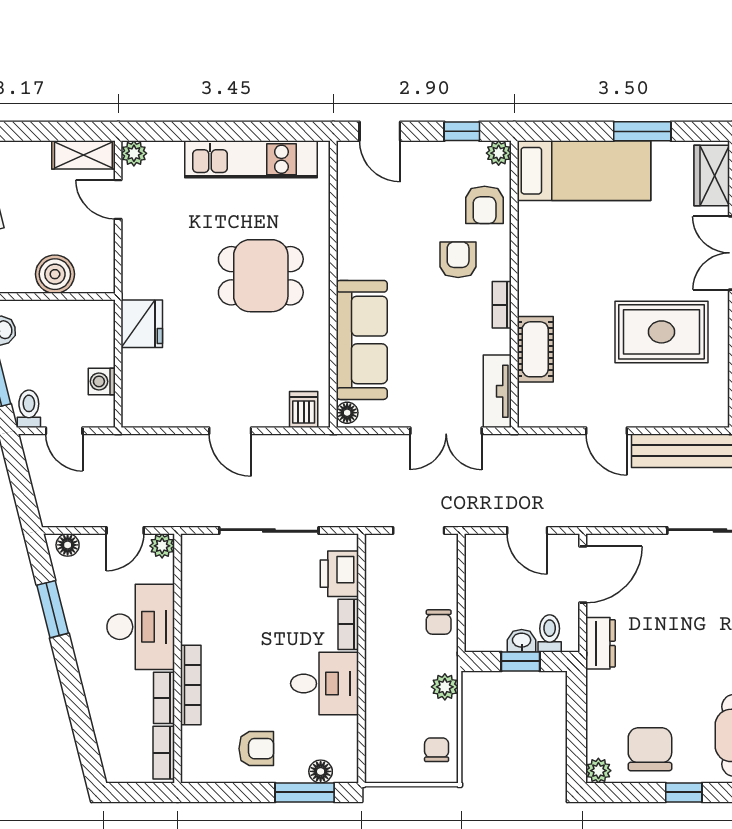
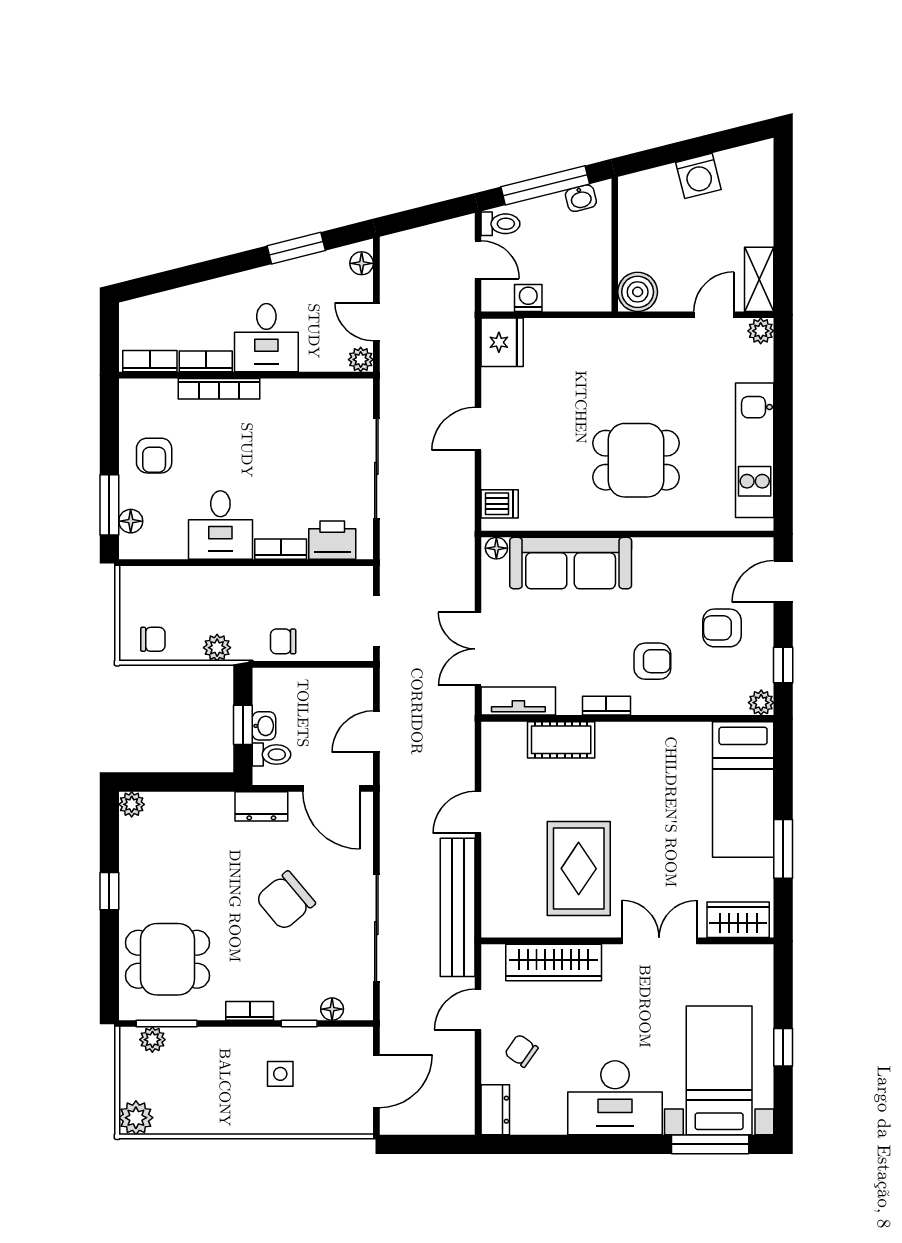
armchair: (485, 205) -> (722, 628), moved
boiler: (55, 274) -> (638, 292), moved
dining table: (261, 276) -> (636, 460), turned 90
fridge: (142, 324) -> (502, 342), moved, turned -90
door: (64, 431) -> (478, 260), swing flipped
desk: (141, 627) -> (266, 338), width x0.73
chair: (650, 749) -> (285, 901), moved, turned 140

